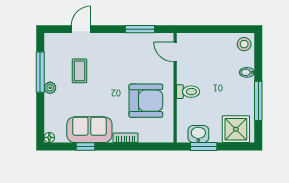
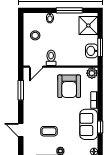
stool: (244, 44) -> (35, 35), moved
toilet: (188, 92) -> (51, 58), moved
armchair: (146, 101) -> (69, 86), turned 180
plant: (165, 134) -> (92, 73), added

